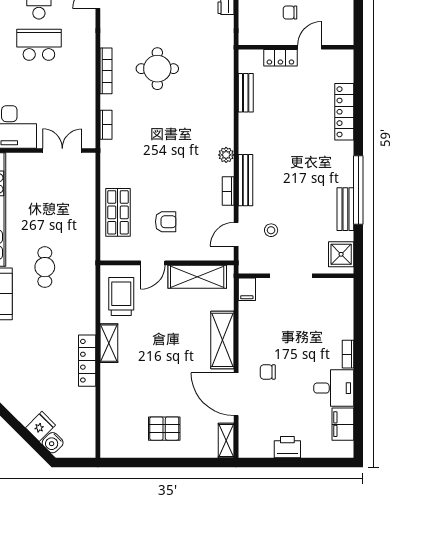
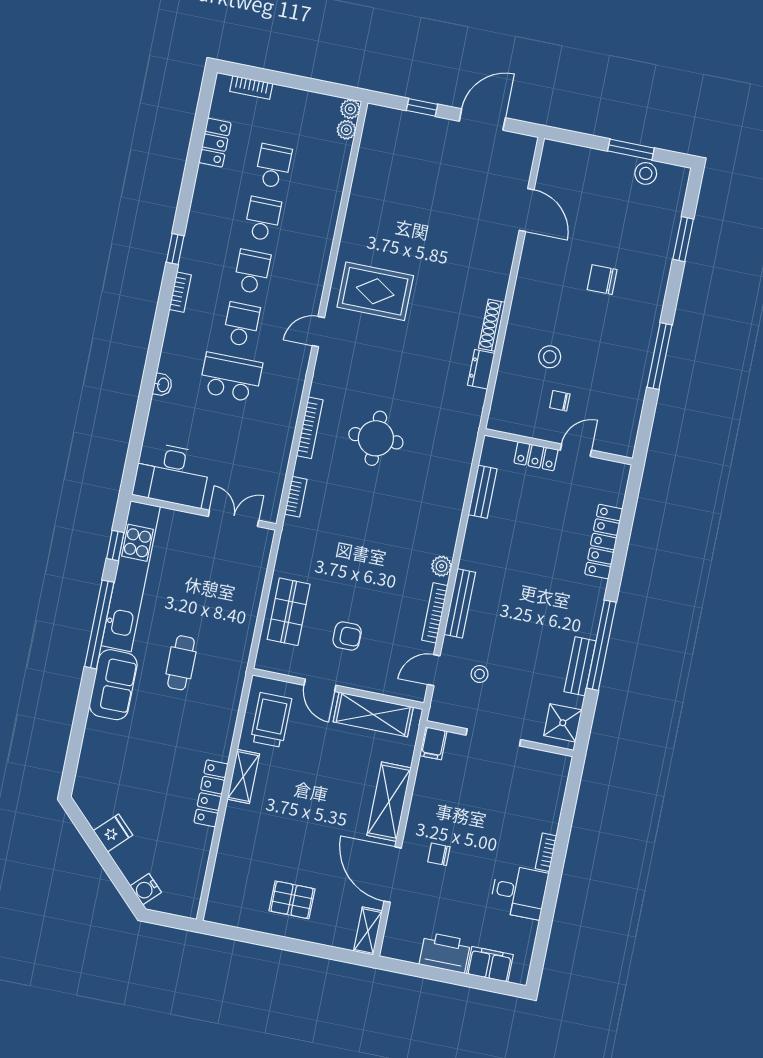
bookcase: (228, 191) -> (435, 613), width x1.56
door: (153, 263) -> (320, 685), hinge flipped
filing cabinet: (343, 424) -> (490, 964), moved, turned 90
fridge: (40, 426) -> (113, 833), moved
printer: (287, 447) -> (445, 953), width x1.37, depth x1.19

